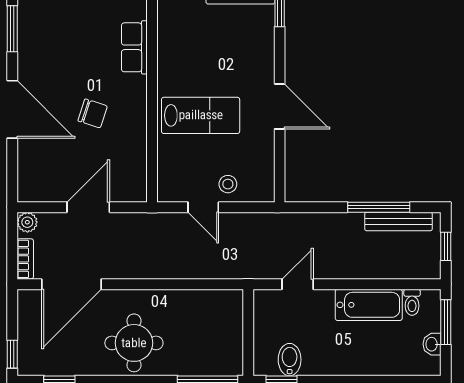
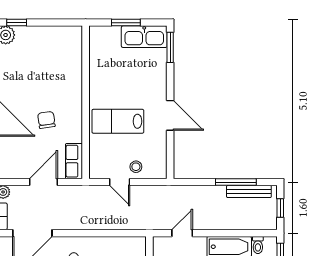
row of seats: (134, 47) -> (74, 161), moved
chair: (93, 113) -> (46, 120), turned -116
lab bench: (201, 115) -> (118, 121), turned 180

